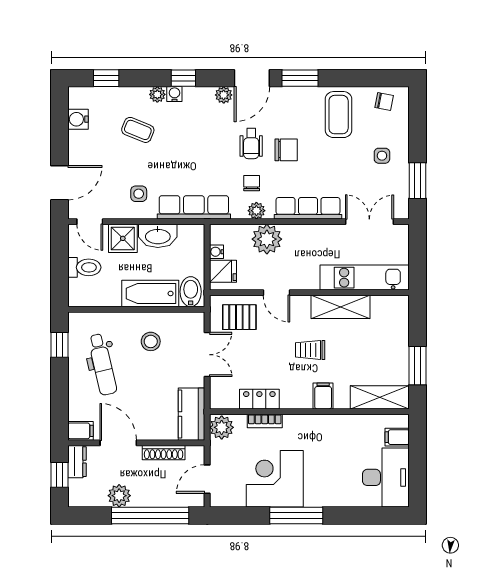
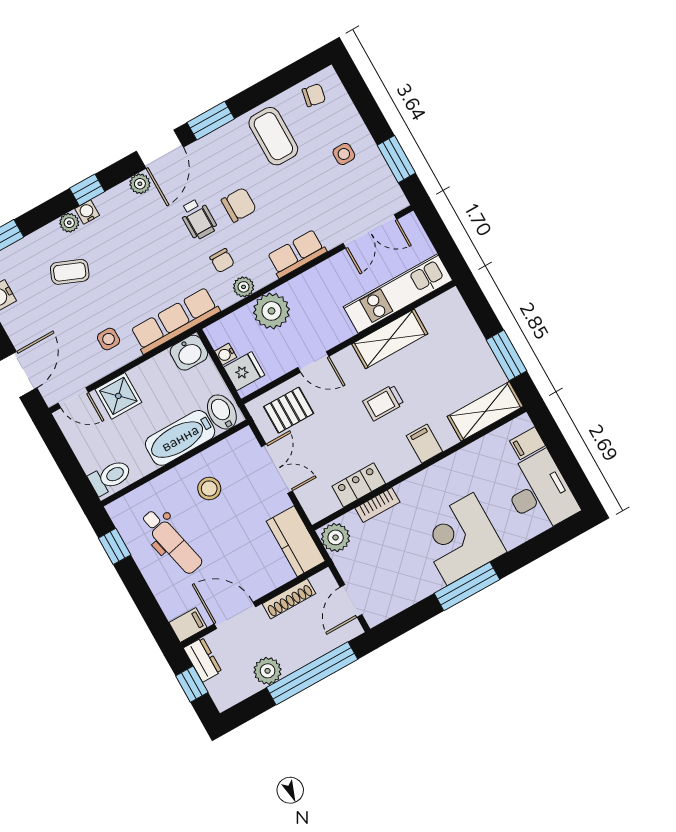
chair: (252, 183) -> (222, 261), turned 180
row of seats: (308, 208) -> (297, 254), width x0.68
double door: (369, 222) -> (370, 231), swing flipped
washbasin: (158, 236) -> (189, 353), moved, width x0.72
toilet: (84, 267) -> (110, 477), moved
corner desk: (275, 479) -> (460, 539), moved

